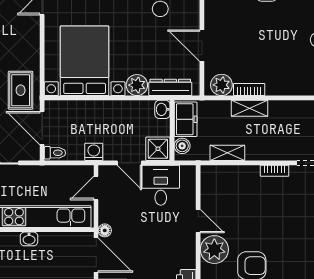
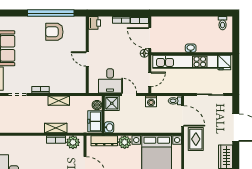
shelving: (227, 153) -> (59, 101), moved
plant: (214, 250) -> (77, 42), removed

